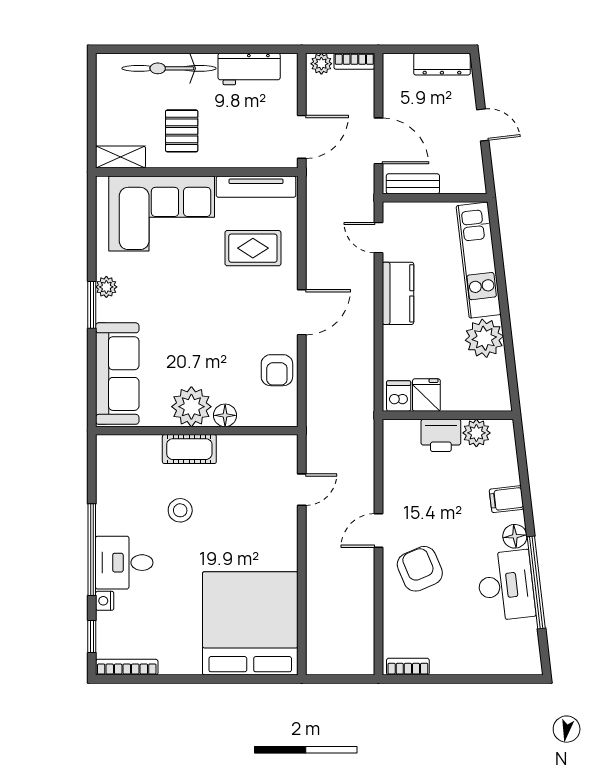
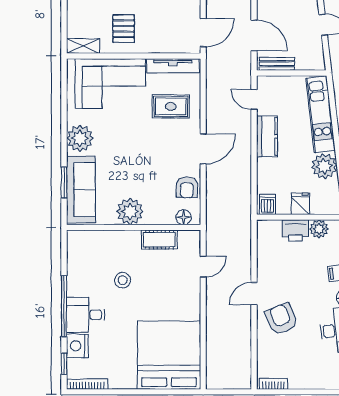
plant: (106, 287) -> (80, 138), width x1.88, depth x1.88
window: (92, 305) -> (64, 183), moved
fridge: (426, 395) -> (300, 204), moved
floor lamp: (225, 415) -> (184, 217), moved
cot: (189, 449) -> (159, 240), moved
nightstand: (105, 601) -> (77, 346), width x1.89, depth x1.79

